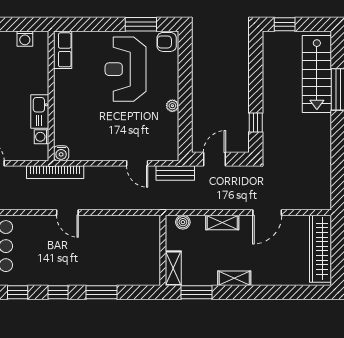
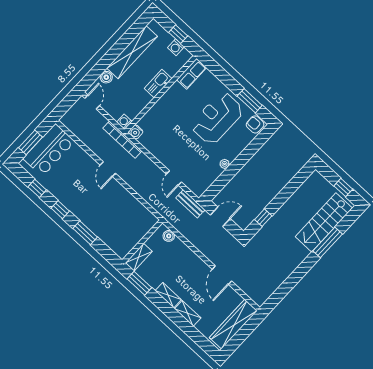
window: (15, 24) -> (178, 34), added
window: (285, 24) -> (343, 188), moved
kitchen sink: (40, 111) -> (158, 83), moved
washing machine: (41, 137) -> (124, 122), moved
door: (267, 213) -> (222, 275), hinge flipped
shelving: (222, 222) -> (188, 313), moved

